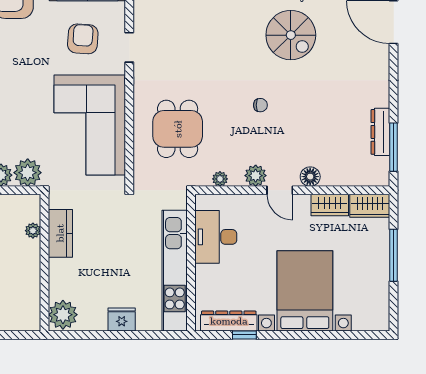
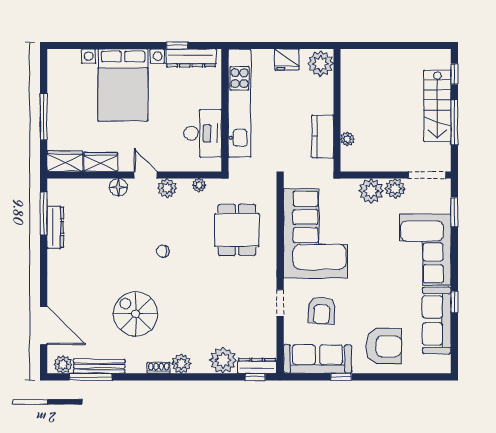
plant: (33, 231) -> (347, 139), moved
kitchen counter: (60, 233) -> (323, 136), moved
wall: (44, 263) -> (337, 110), moved
plant: (63, 315) -> (321, 64), moved

